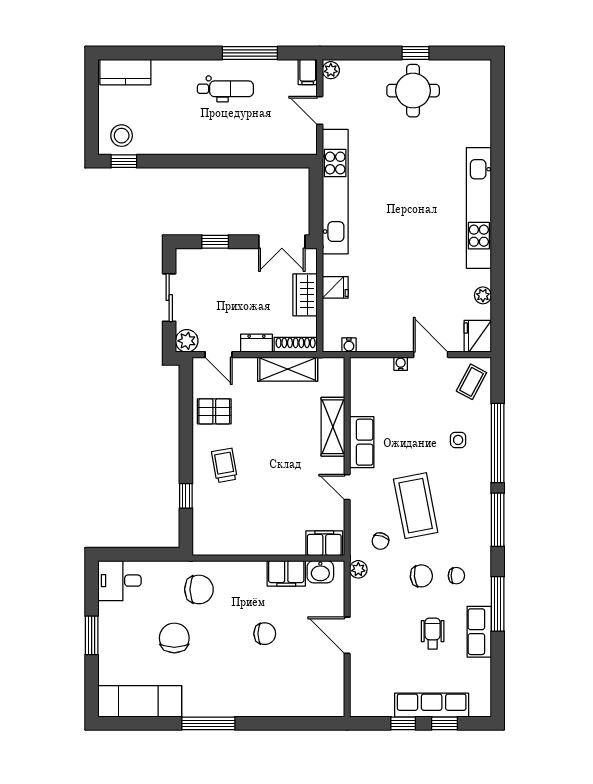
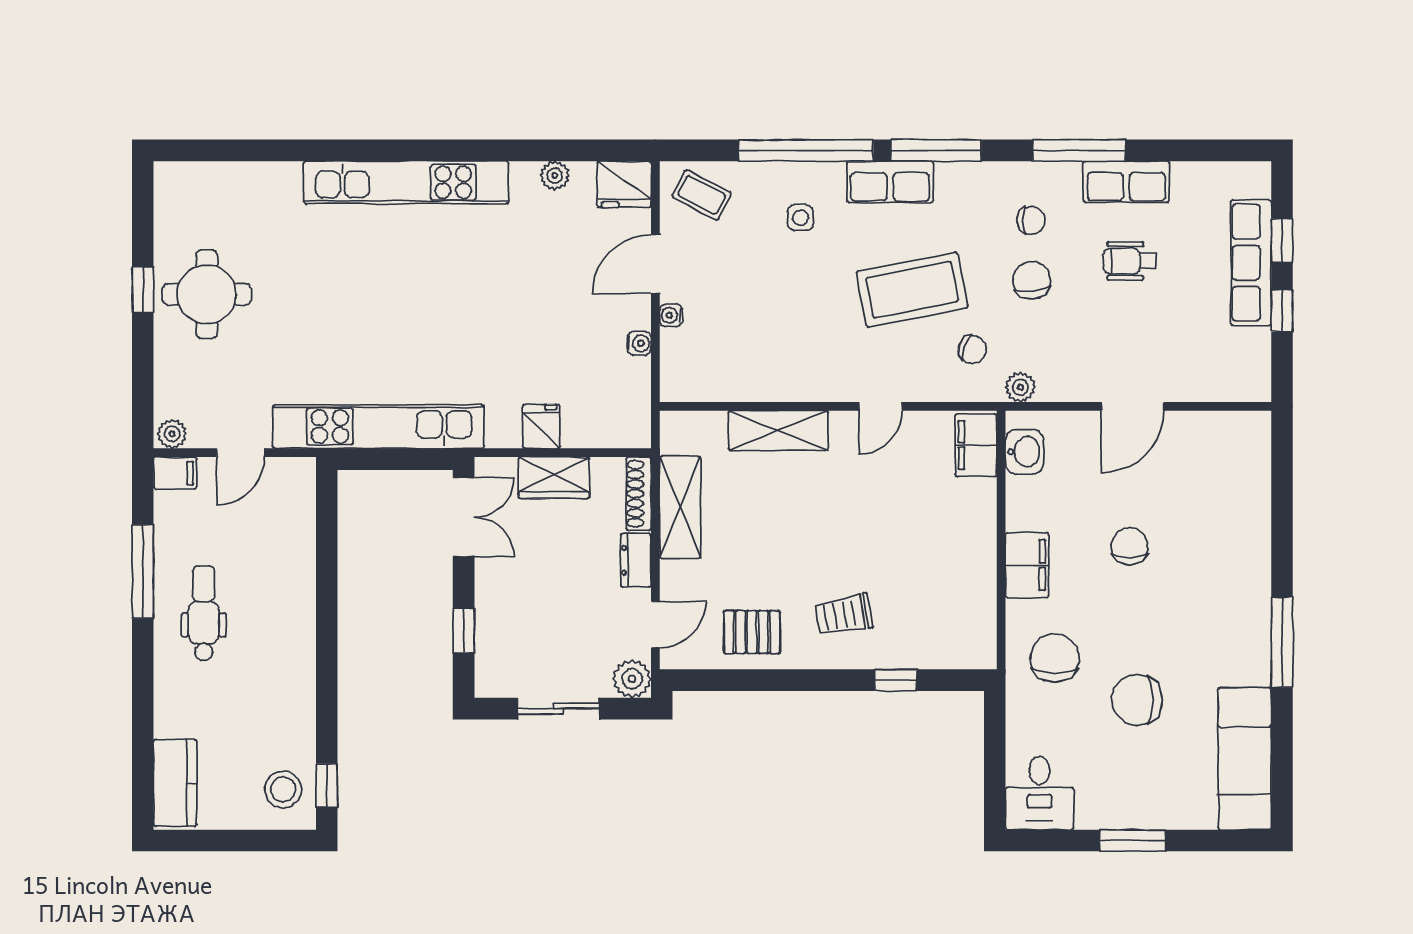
water cooler: (349, 345) -> (639, 343), moved
pallet: (214, 411) -> (752, 632), turned 90
row of seats: (362, 442) -> (890, 182), moved, turned 180
filing cabinet: (286, 573) -> (1027, 565), moved
chair: (456, 576) -> (1031, 220), turned 90

